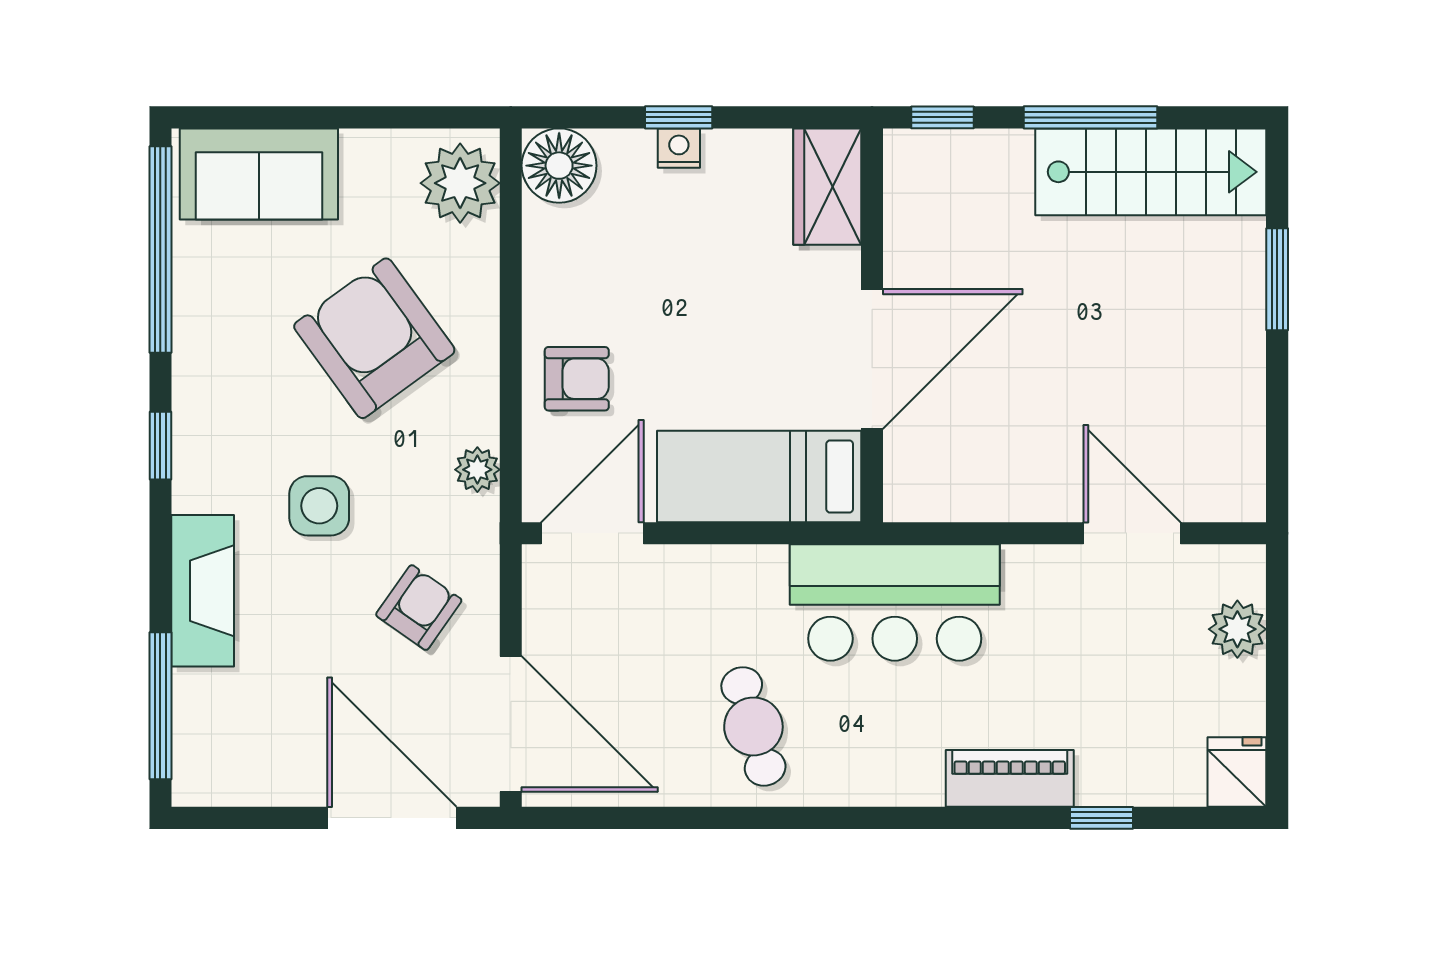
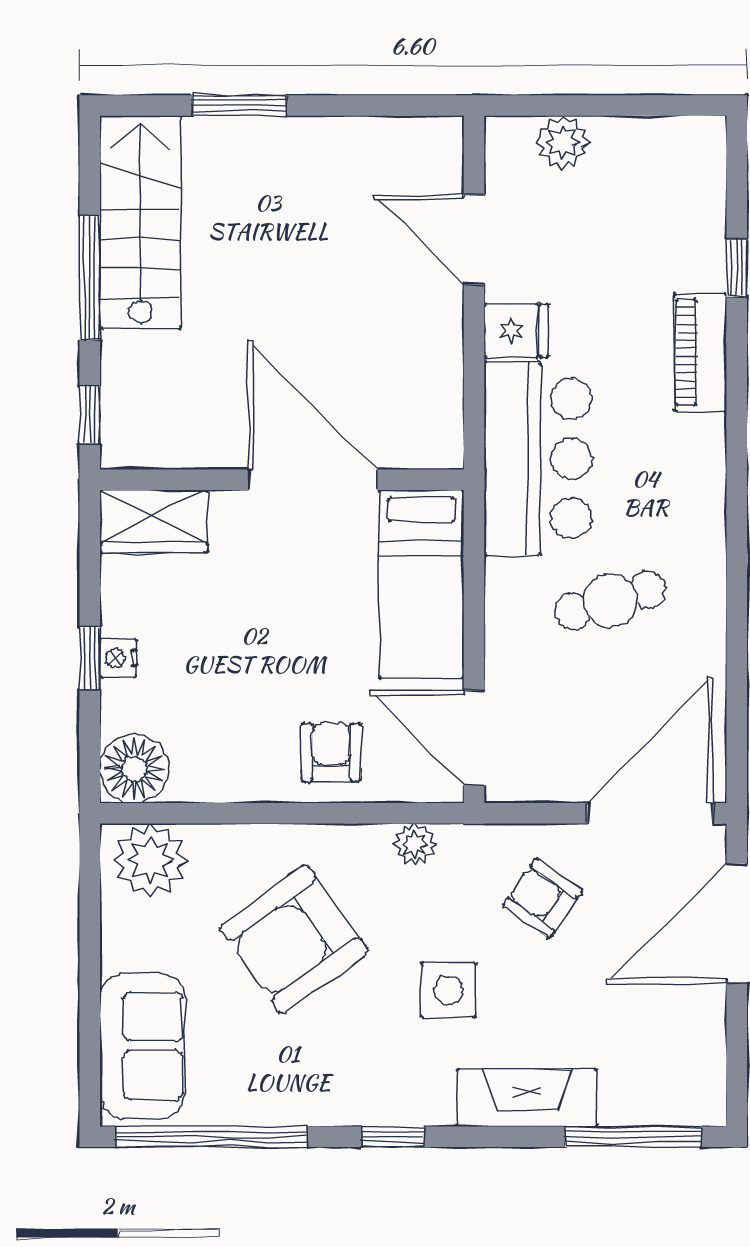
door: (1132, 533) -> (474, 240), hinge flipped
cafe table: (753, 726) -> (610, 601), moved
fridge: (1237, 772) -> (516, 331), moved, turned 180

